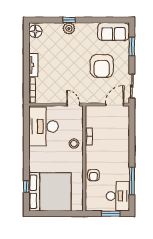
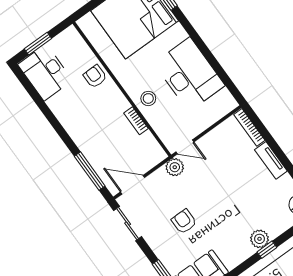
armchair: (102, 66) -> (184, 221), width x0.53, depth x0.53
plant: (86, 98) -> (175, 167), added
door: (115, 105) -> (133, 185), swing flipped
desk: (43, 126) -> (189, 74), moved
window: (132, 181) -> (90, 171), moved

